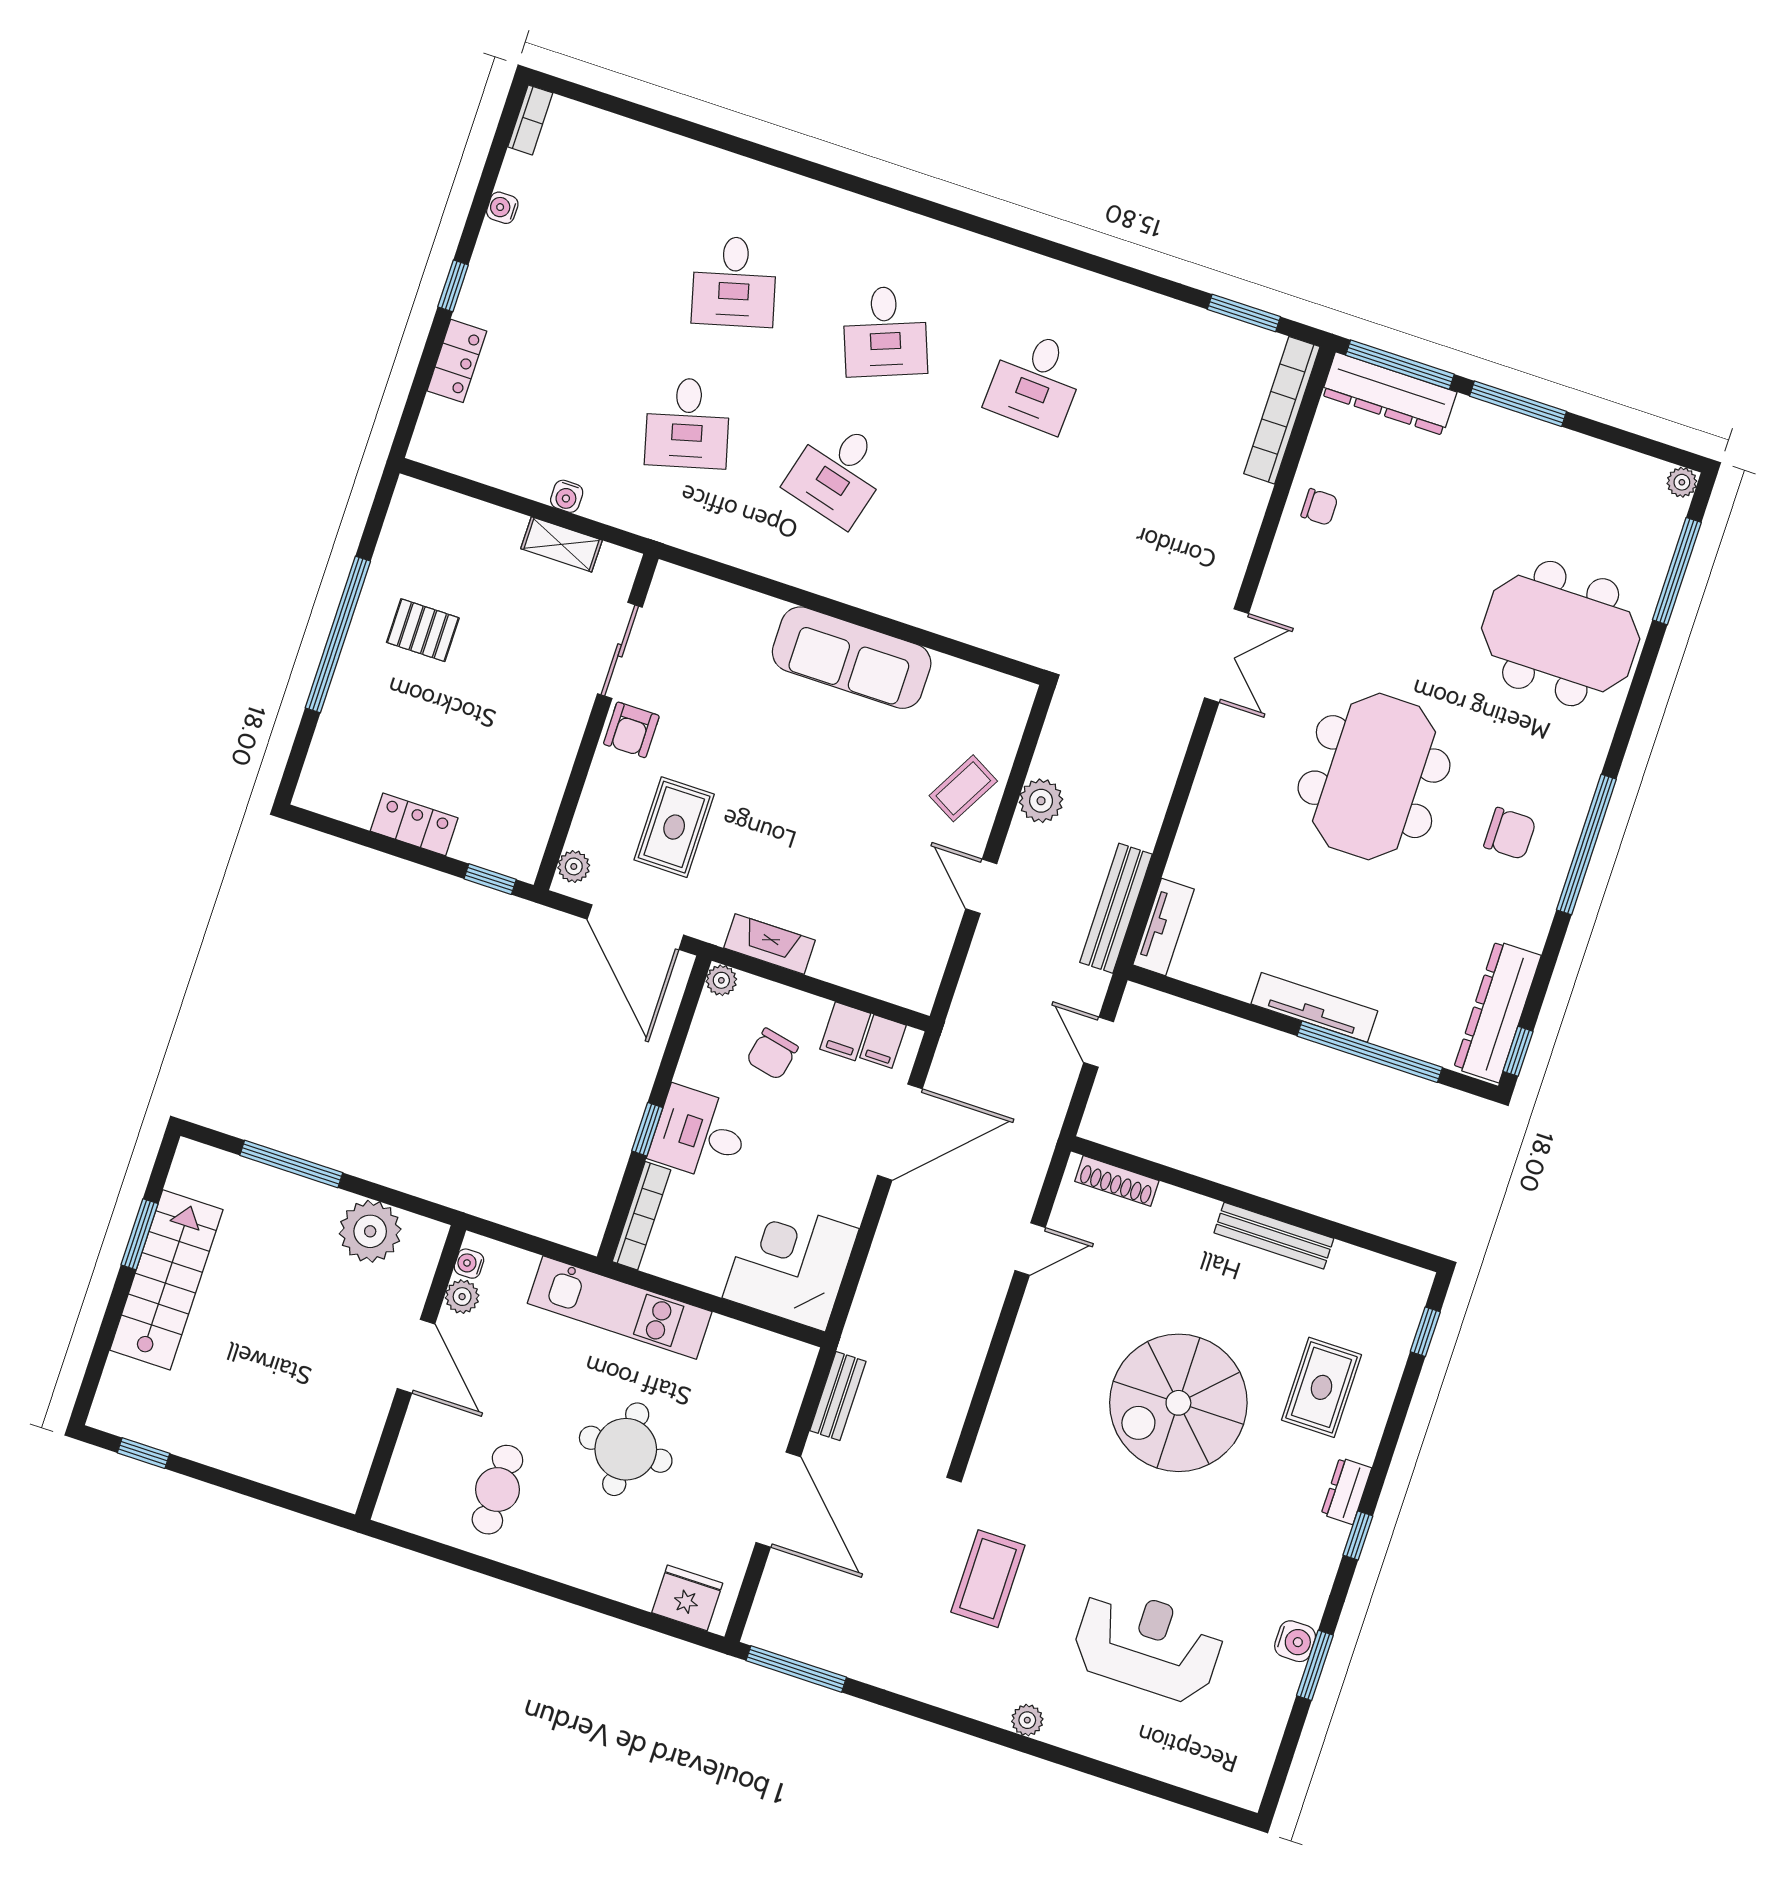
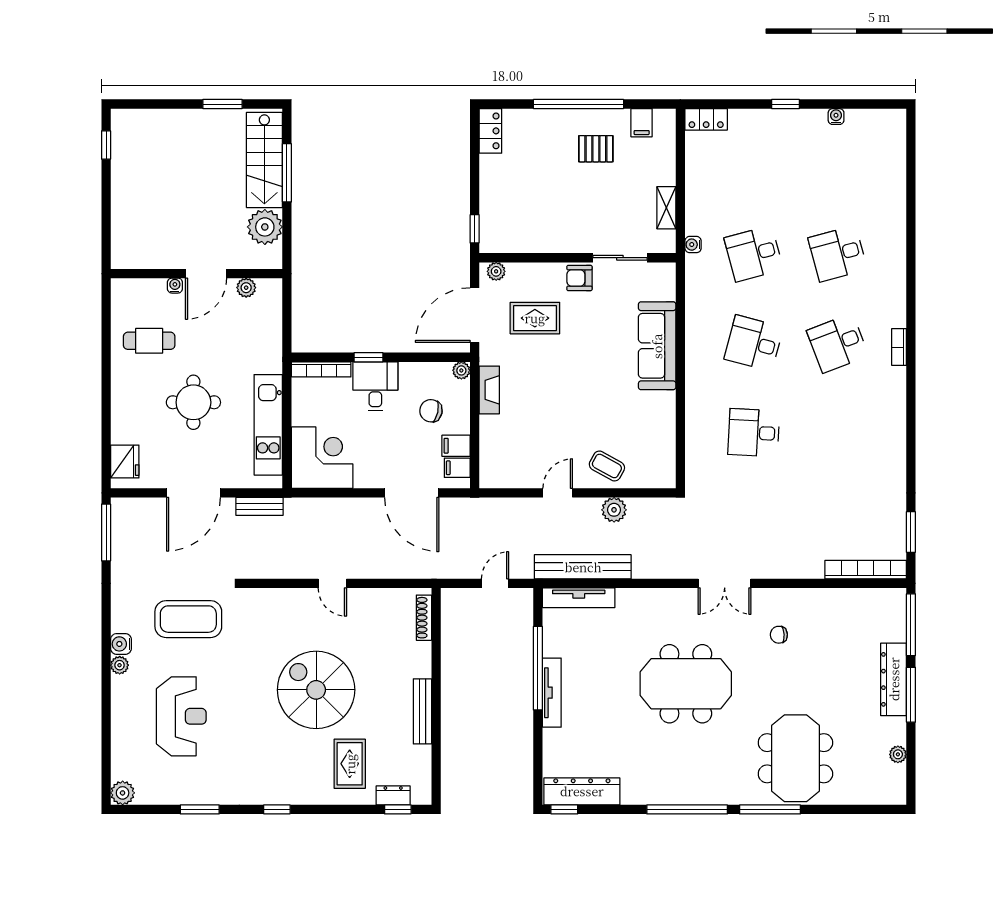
bookcase: (530, 120) -> (899, 347), moved, turned 90
locker: (457, 361) -> (706, 119), moved
desk: (1036, 381) -> (754, 433), moved
dresser: (1389, 394) -> (894, 679), moved
plant: (1682, 482) -> (898, 754), moved
water cooler: (567, 496) -> (693, 245), moved
chair: (1319, 507) -> (779, 635), moved, turned 86
filing cabinet: (404, 539) -> (642, 123), added
window: (1677, 571) -> (770, 809), moved
pallet: (423, 630) -> (596, 149), turned 90
sofa: (852, 658) -> (657, 346), moved
locker: (414, 824) -> (490, 131), moved
chair: (1510, 833) -> (679, 767), removed
bench: (1116, 908) -> (583, 567), width x1.37, depth x1.21
tv unit: (1164, 927) -> (579, 598), width x1.41
window: (1370, 1052) -> (538, 668), moved
door: (1030, 1249) -> (332, 583), moved
water cooler: (469, 1264) -> (175, 286), moved
stairs: (166, 1280) -> (264, 160), moved, turned 90
kitchen unit: (620, 1307) -> (268, 425), moved
rug: (1322, 1387) -> (350, 764), turned 90
dresser: (1346, 1491) -> (393, 795), moved
coffee table: (988, 1579) -> (188, 619), width x1.36, depth x1.32
water cooler: (1295, 1641) -> (121, 644), moved, turned 90
plant: (1244, 1786) -> (123, 793), added

